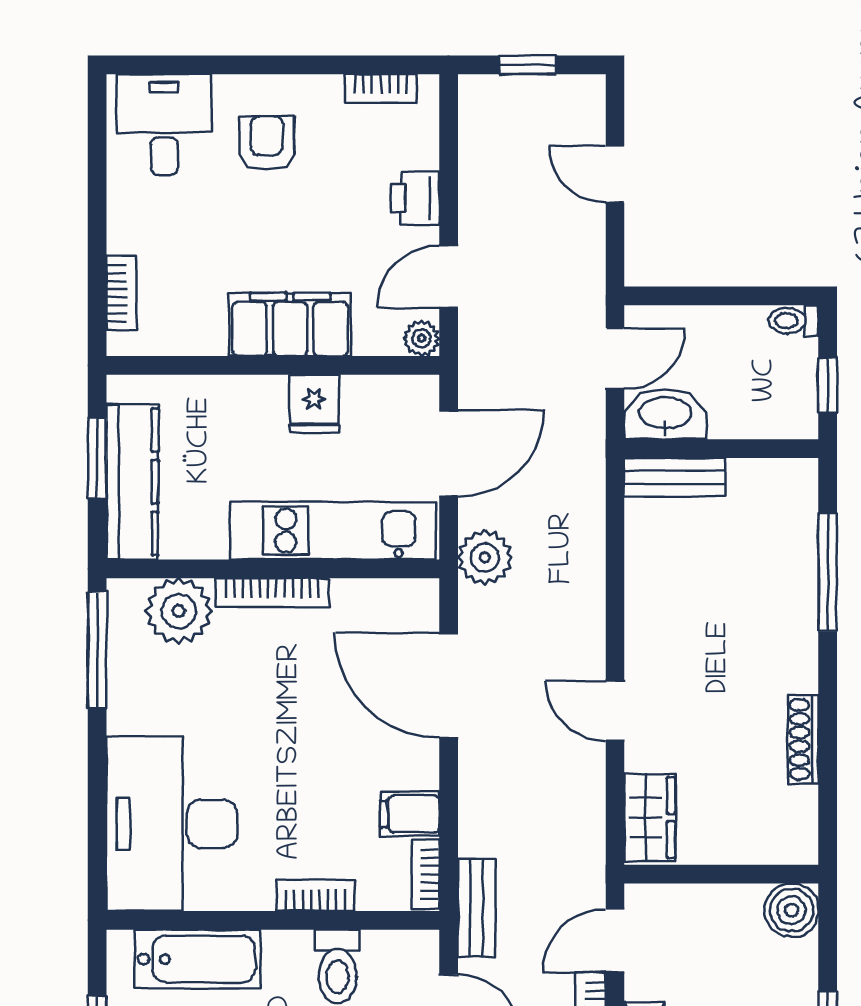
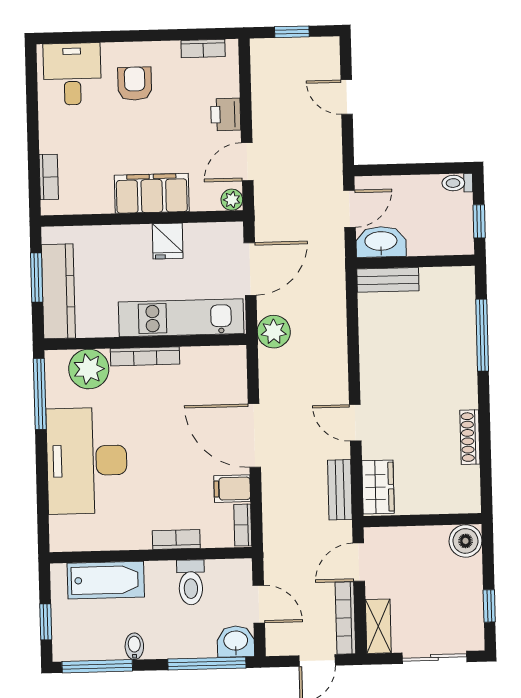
door: (449, 686) -> (254, 436), moved
desk: (172, 824) -> (87, 461), moved
bench: (477, 908) -> (340, 490), moved

